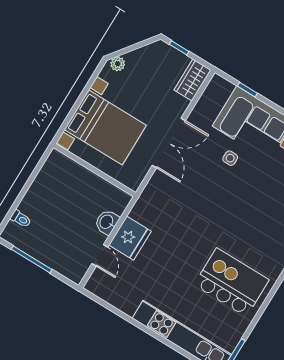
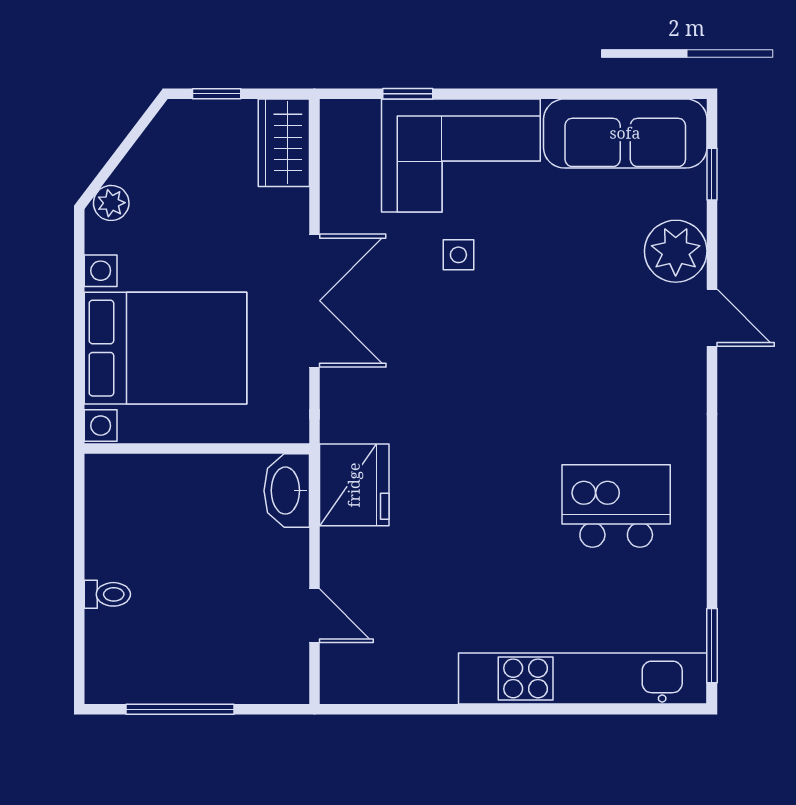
toilet: (21, 219) -> (107, 594), moved
washbasin: (107, 222) -> (287, 491), moved, width x1.38
fridge: (130, 238) -> (354, 485), moved
kitchen island: (232, 282) -> (616, 506), width x0.73, depth x0.78

